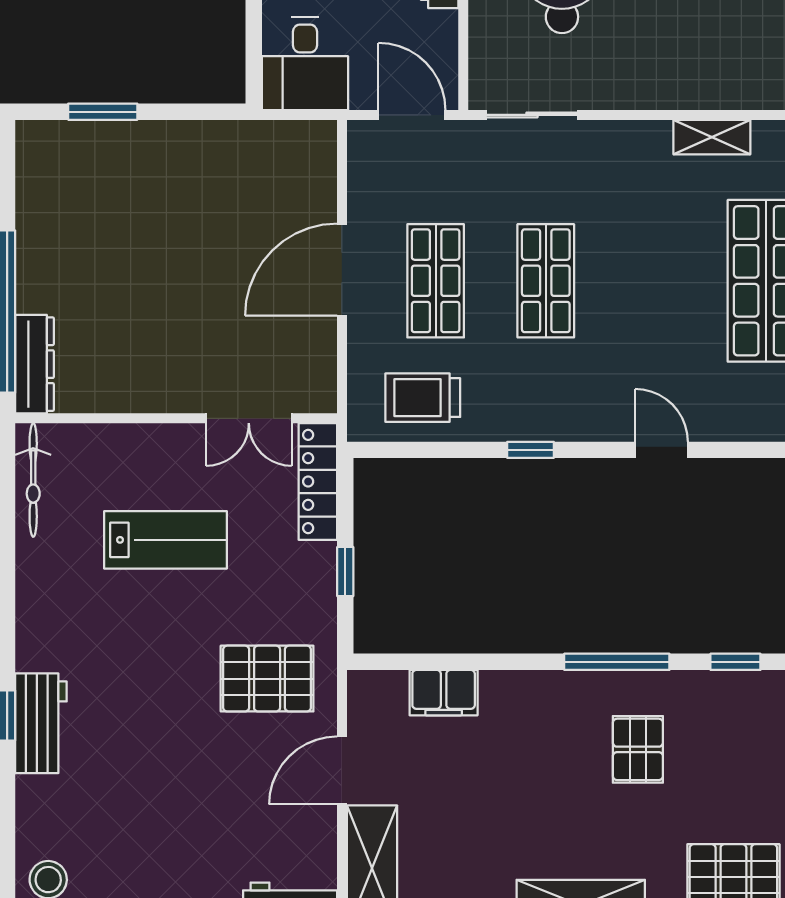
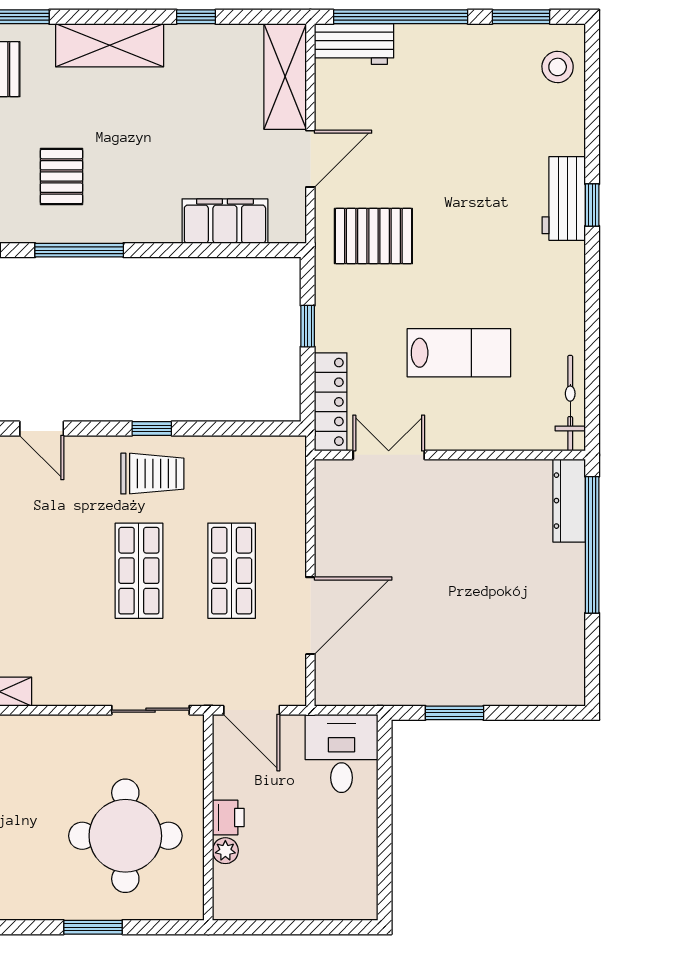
window: (103, 112) -> (454, 713), moved
door: (342, 270) -> (310, 616), moved
trolley: (423, 398) -> (152, 474), moved
lab bench: (165, 540) -> (459, 353), turned 180
filing cabinet: (444, 693) -> (225, 221), width x1.50, depth x1.17

